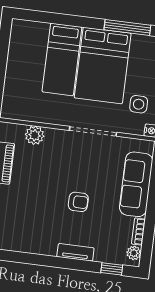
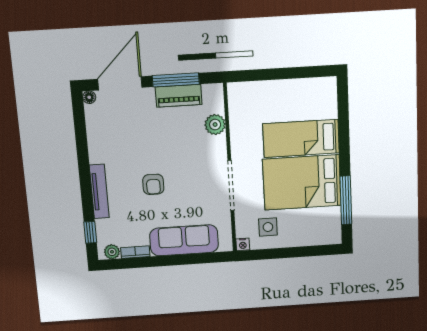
tv unit: (75, 252) -> (99, 192), width x1.41

